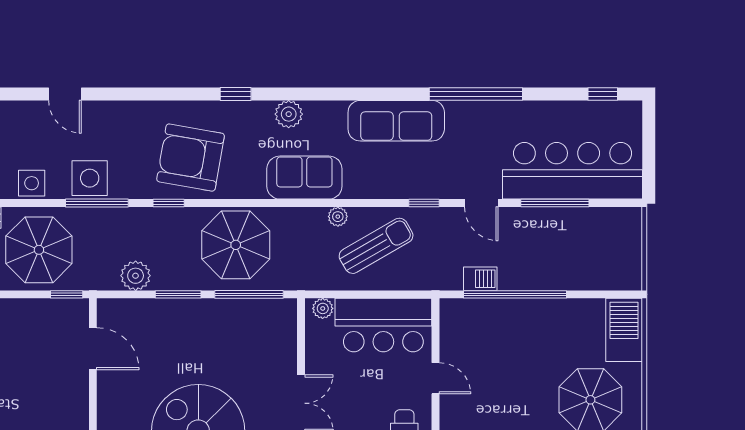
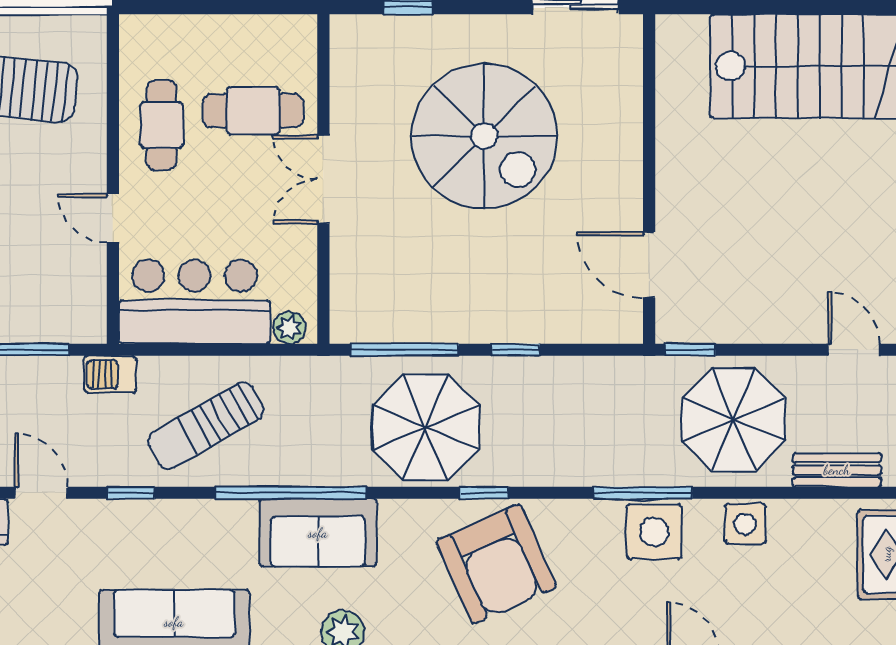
armchair: (191, 158) -> (496, 564), turned 56
window: (169, 203) -> (484, 493), moved
window: (322, 203) -> (291, 493), added
plant: (338, 217) -> (266, 472), removed
plant: (136, 276) -> (582, 379), removed
barbecue: (480, 279) -> (110, 374), moved
window: (178, 294) -> (516, 350), width x0.67

